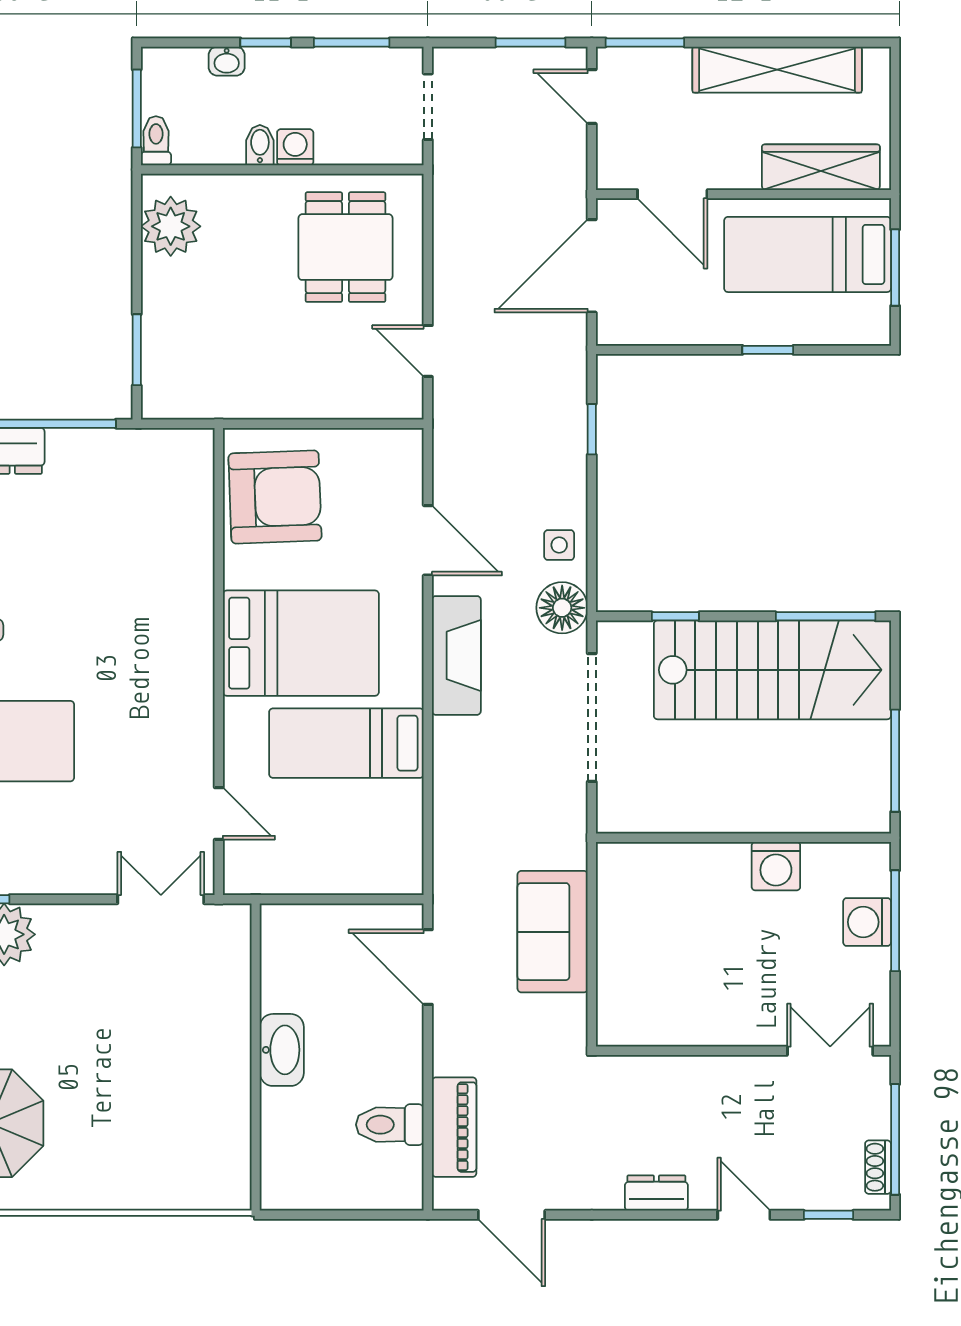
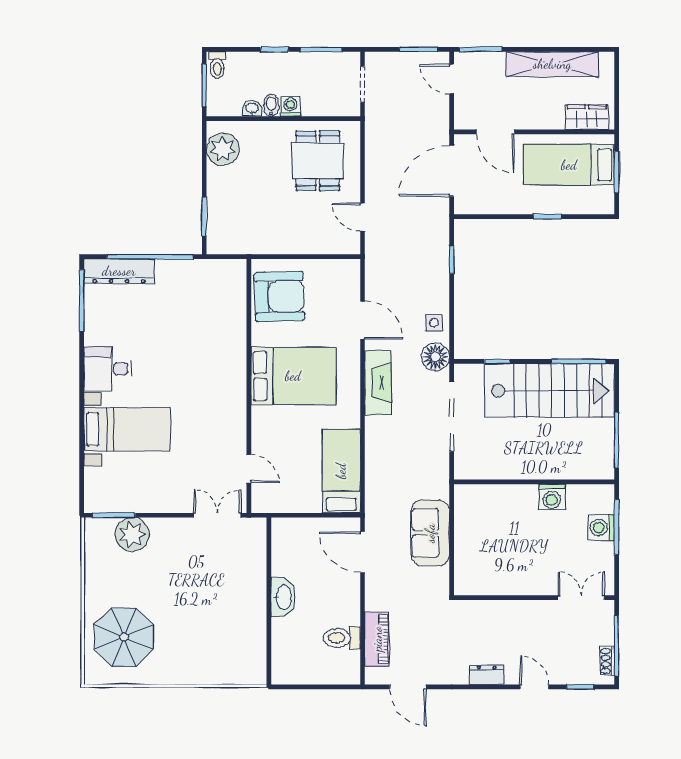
washbasin: (227, 61) -> (252, 108), moved, turned 180
toilet: (156, 141) -> (217, 65), moved, turned 180
wardrobe: (821, 167) -> (587, 117), width x0.67
bed: (346, 743) -> (341, 471), moved, turned 90

